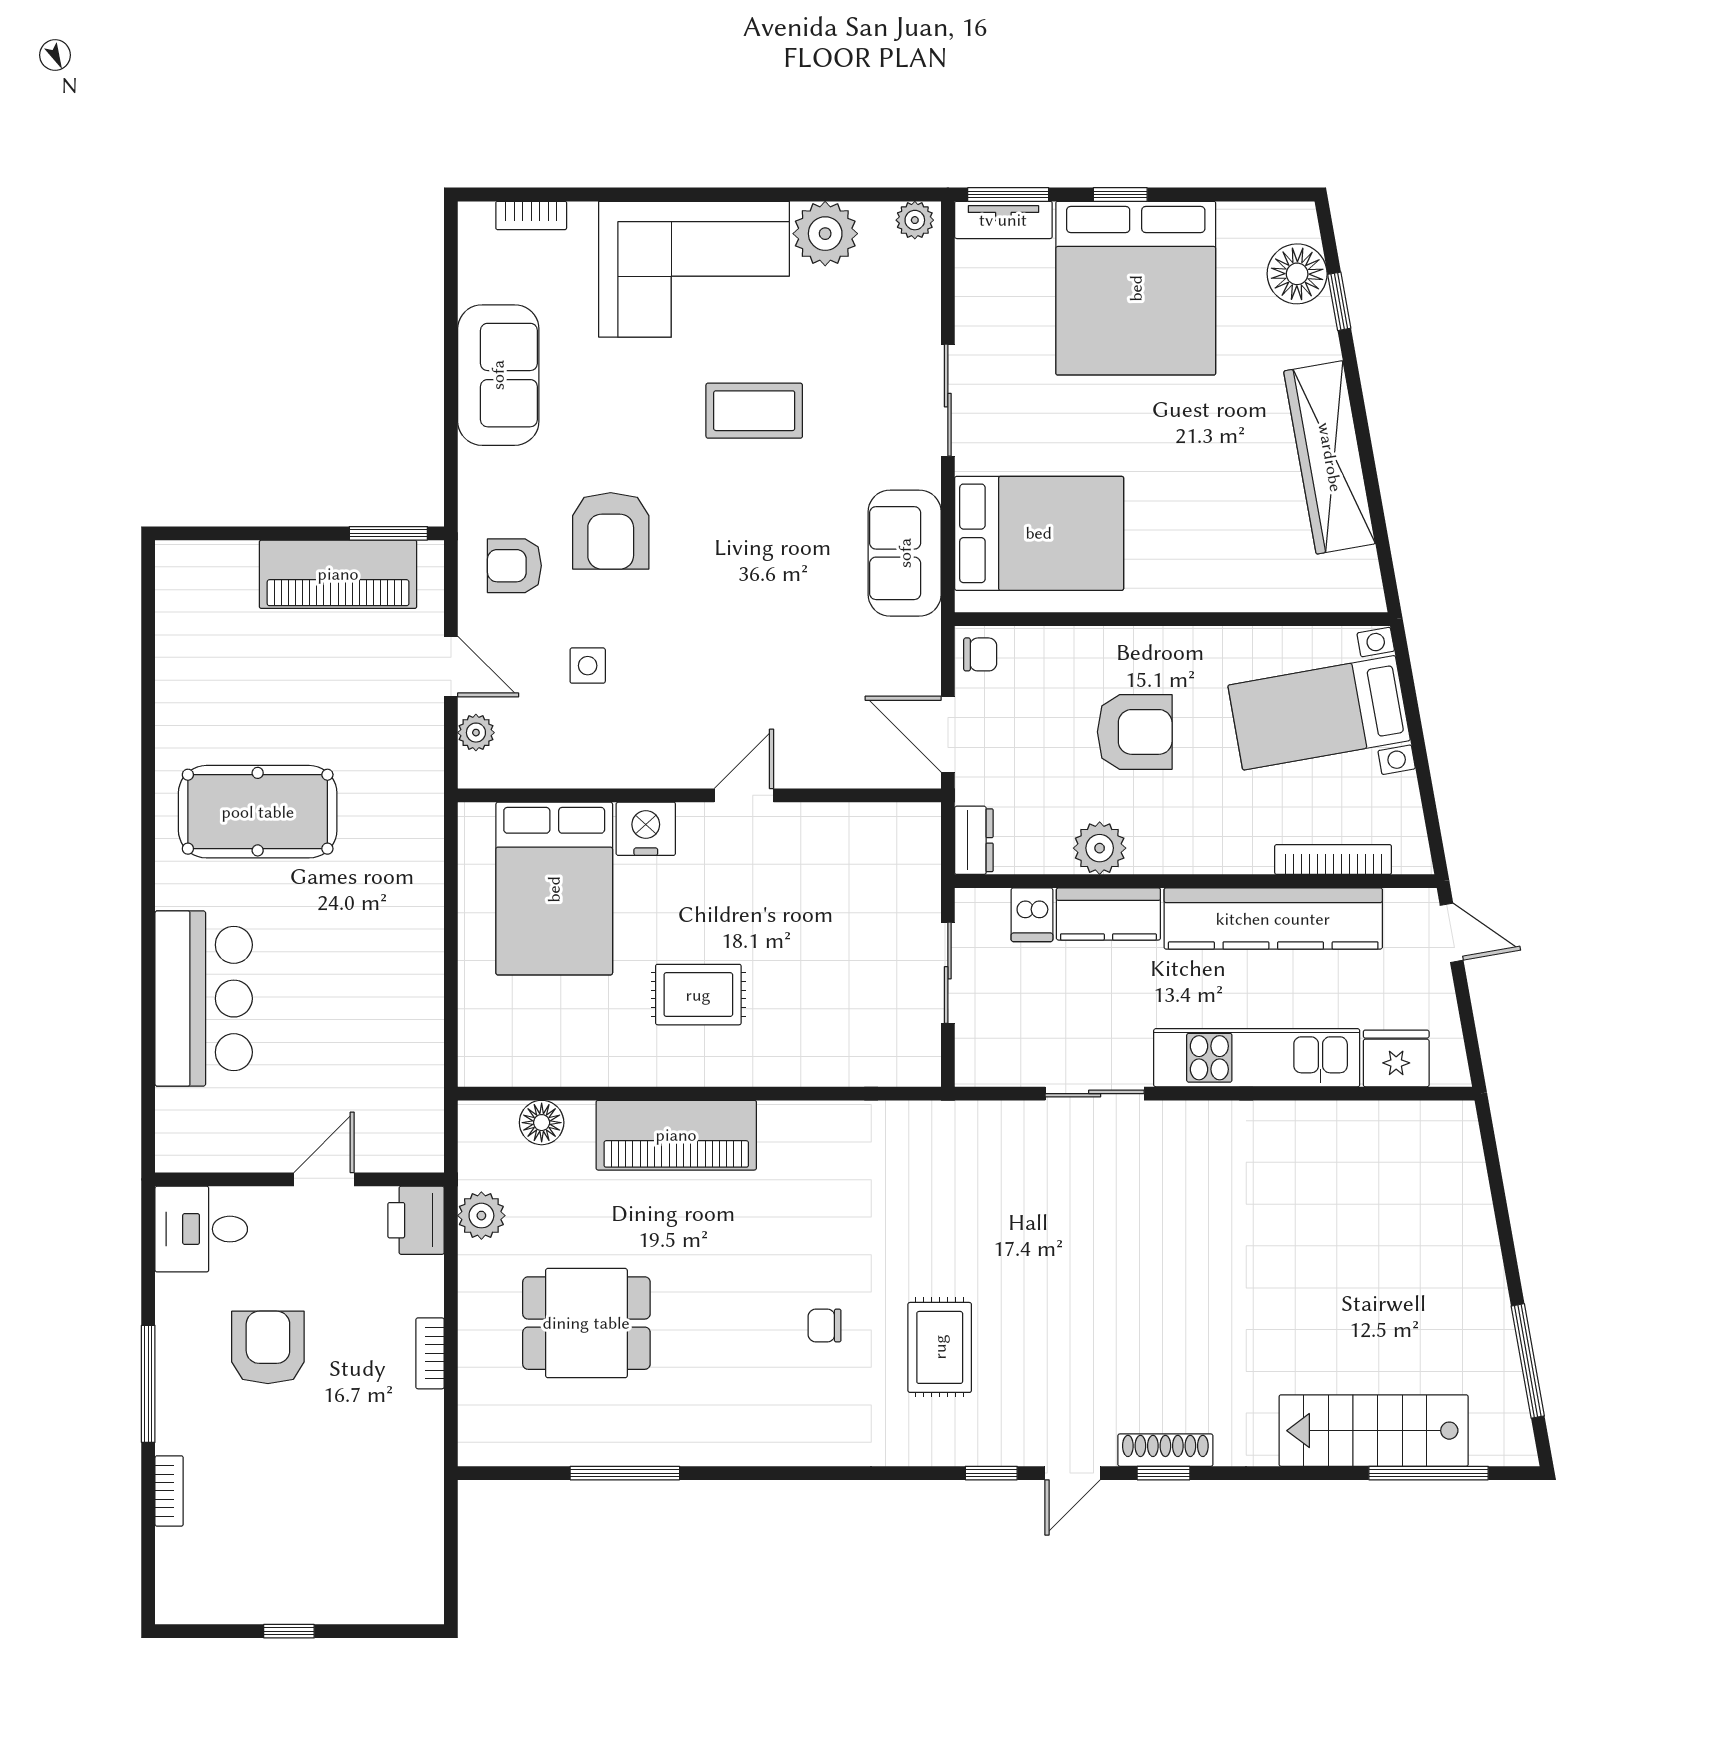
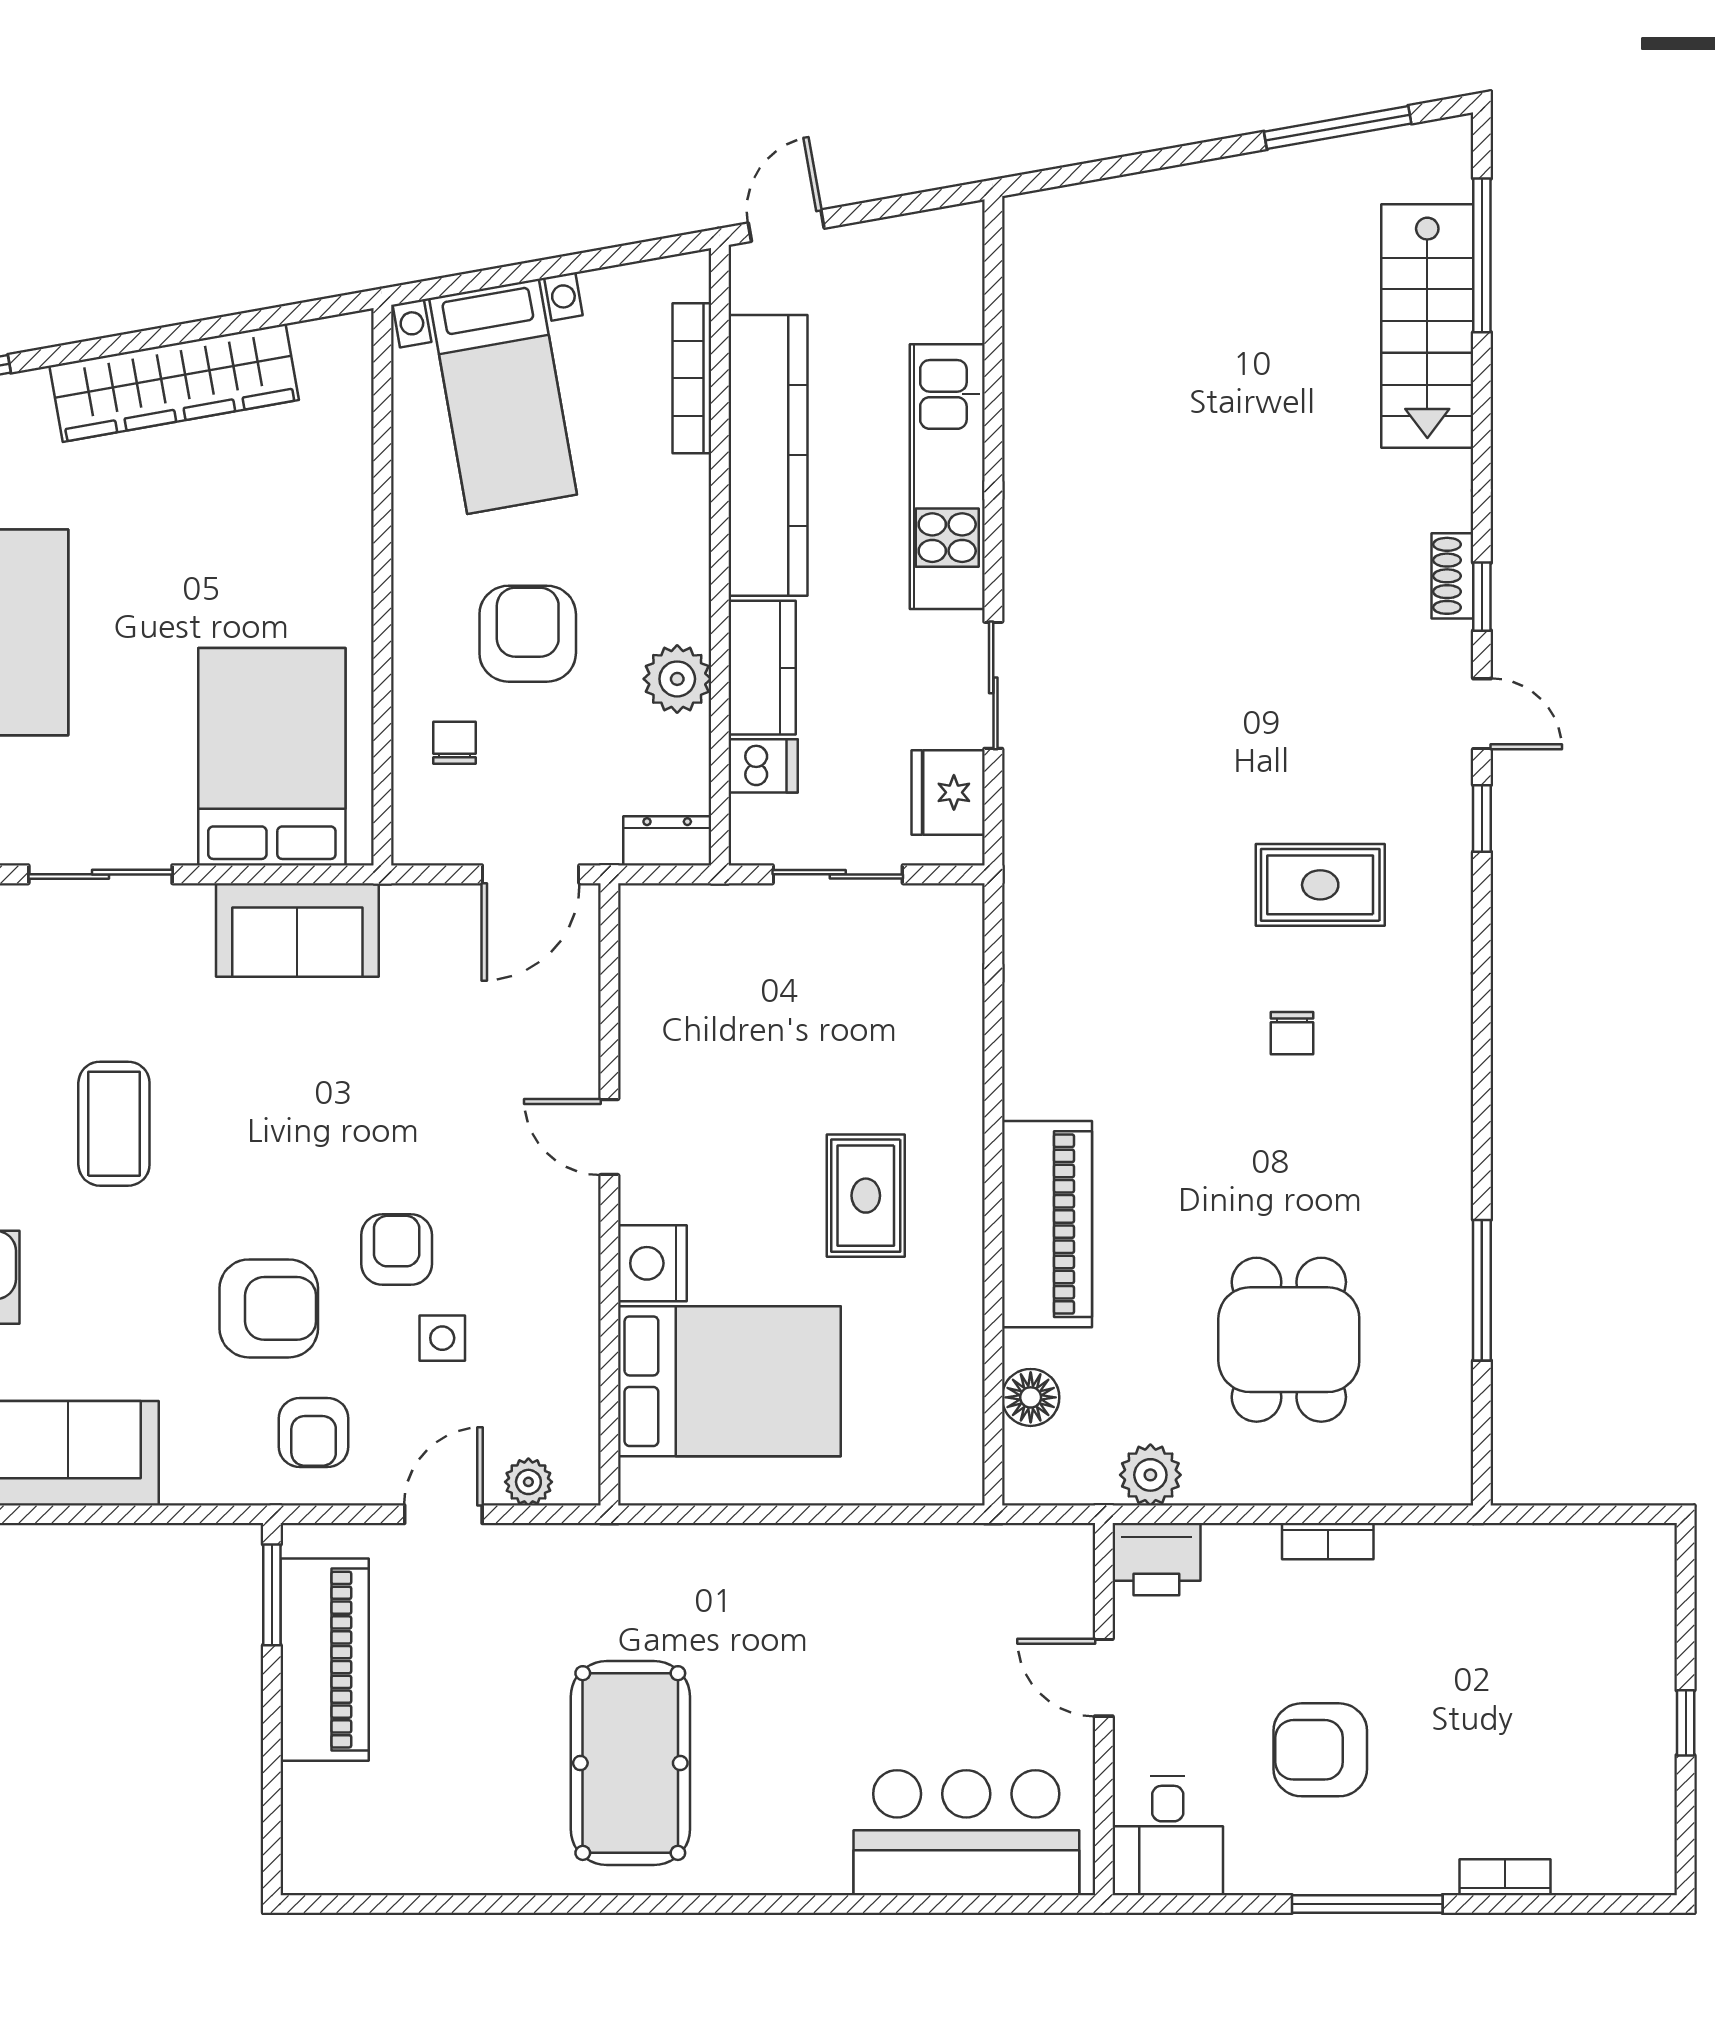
armchair: (656, 630) -> (397, 1250), added
chair: (980, 654) -> (454, 743), moved
bar counter: (204, 999) -> (966, 1833), moved
fridge: (1396, 1058) -> (948, 792), moved
shoe rack: (1165, 1450) -> (1452, 576), width x0.70

